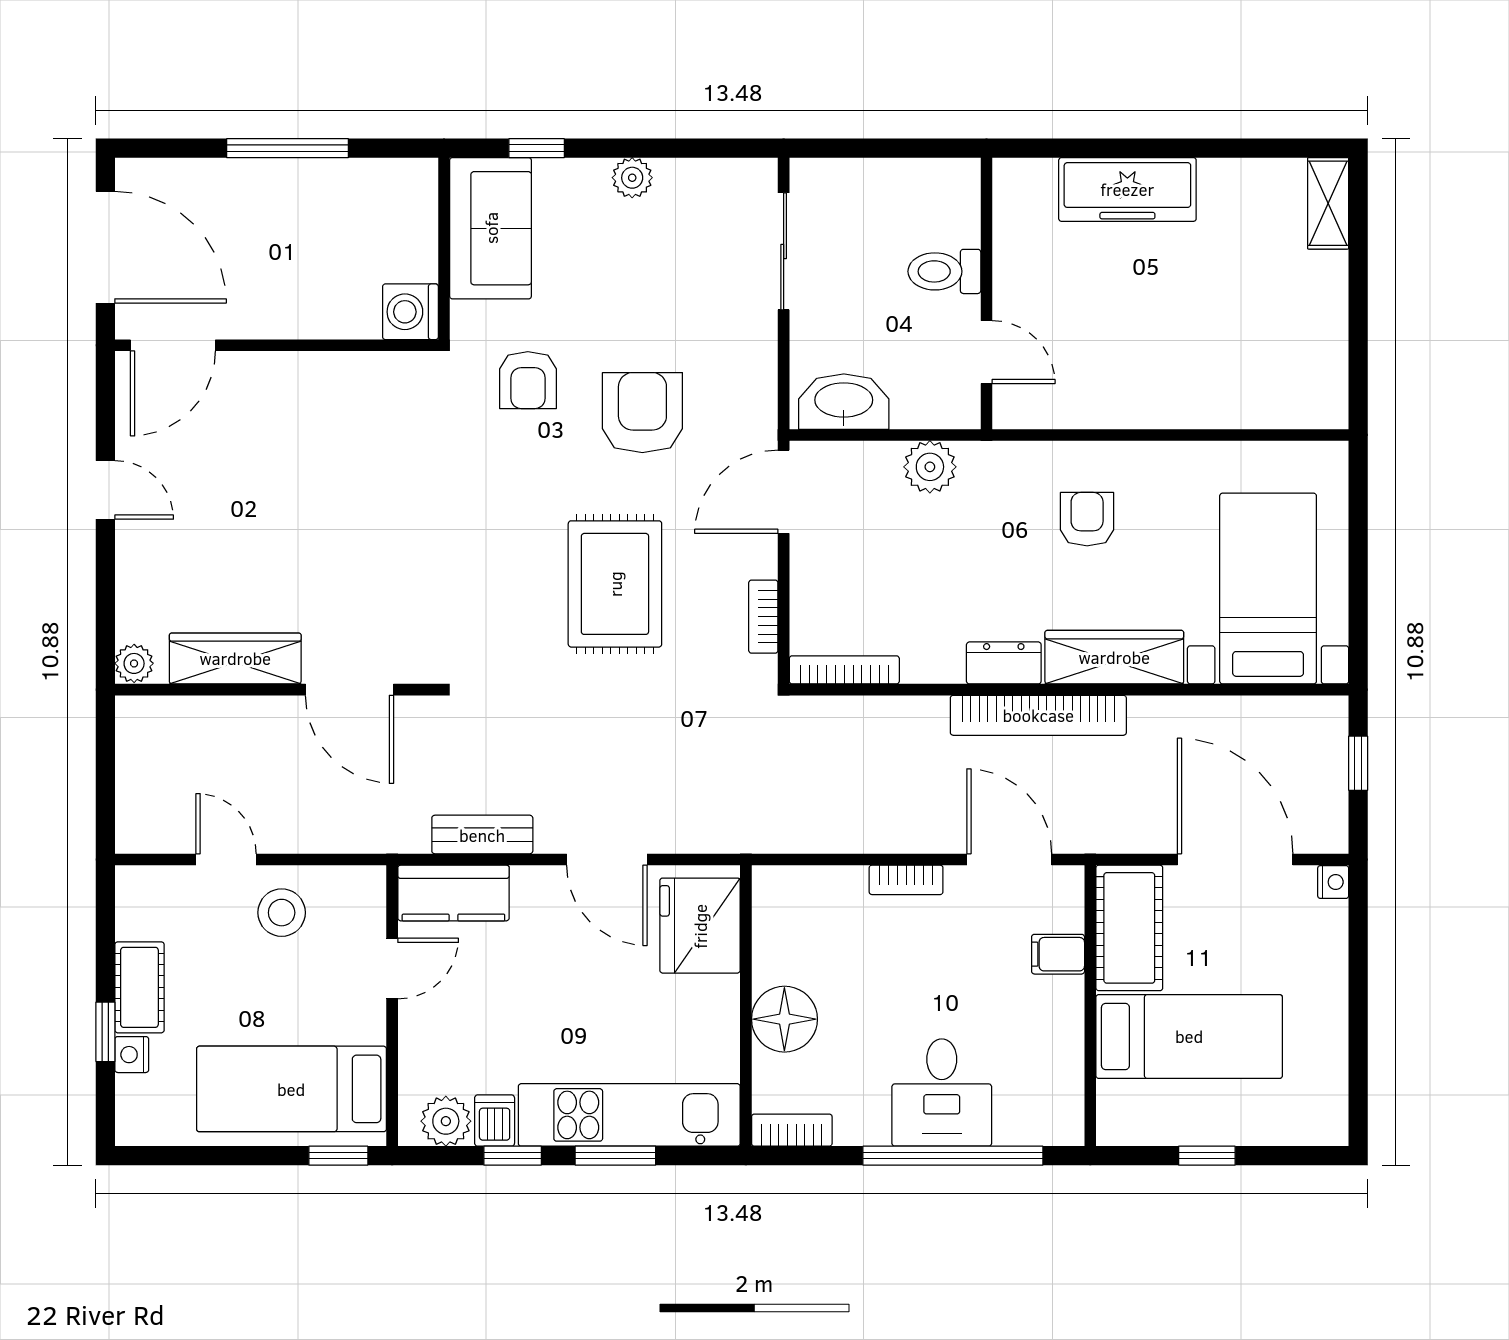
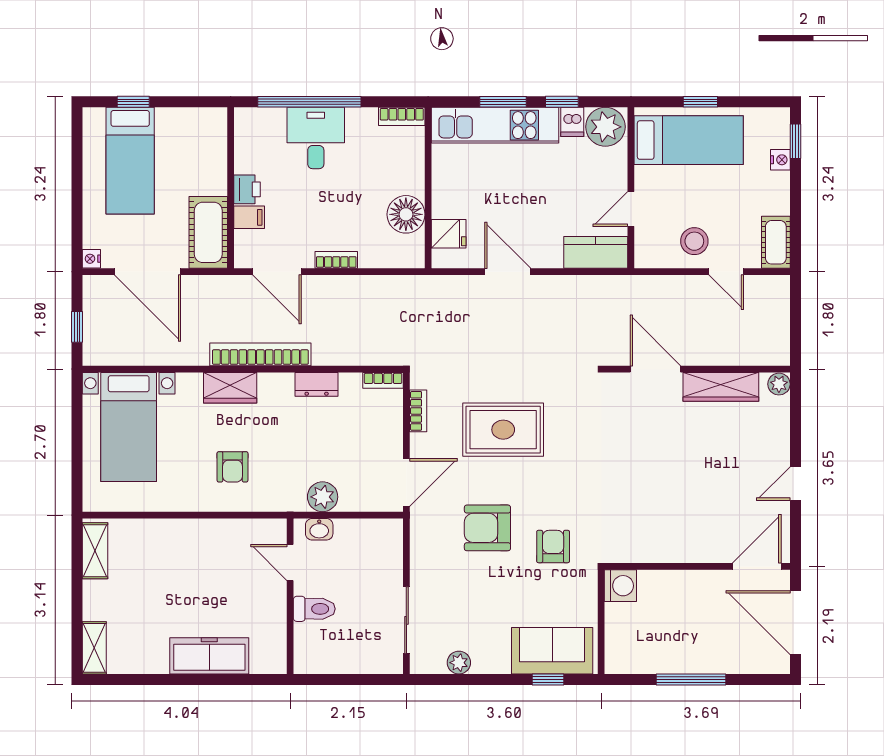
plant: (632, 178) -> (459, 663), moved
sofa: (491, 228) -> (552, 651), moved, turned 90
shelving: (1327, 373) -> (95, 551), added
washbasin: (844, 402) -> (319, 529), moved, width x0.52, depth x0.69
armchair: (642, 413) -> (487, 528), turned 90
door: (105, 490) -> (795, 484), hinge flipped
rug: (615, 584) -> (503, 430), turned 90
wardrobe: (1114, 657) -> (230, 388), width x0.67
dresser: (1004, 663) -> (317, 384), moved
bookcase: (844, 670) -> (383, 380), width x0.64
bench: (482, 835) -> (579, 286), removed
fridge: (700, 926) -> (449, 234), width x0.53, depth x0.75
cot: (139, 987) -> (776, 242), moved
printer: (1062, 1003) -> (247, 189), added
floor lamp: (784, 1019) -> (406, 214), moved
window: (105, 1032) -> (795, 141), moved
bed: (1189, 1036) -> (130, 161), moved, turned -90
plant: (446, 1121) -> (605, 127), width x1.36, depth x1.36
window: (338, 1156) -> (700, 102), moved
window: (1207, 1156) -> (133, 102), moved

